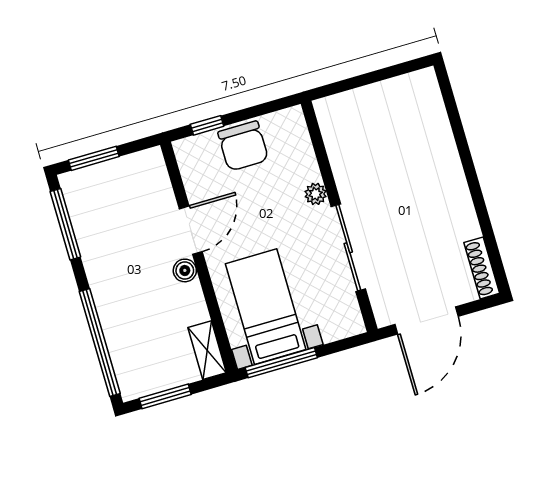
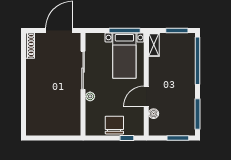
boiler: (185, 270) -> (154, 114), moved

